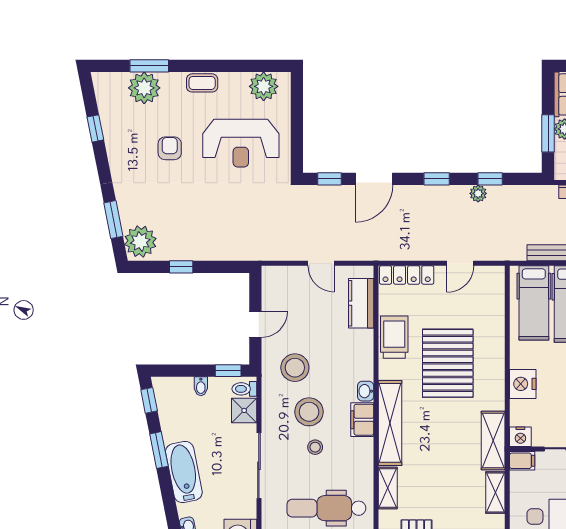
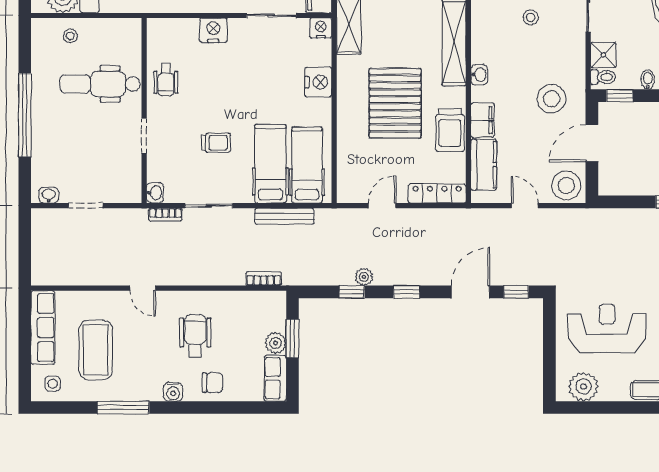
door: (255, 324) -> (592, 143), width x1.38
stool: (309, 412) -> (566, 185), moved
filing cabinet: (362, 420) -> (482, 120), moved

